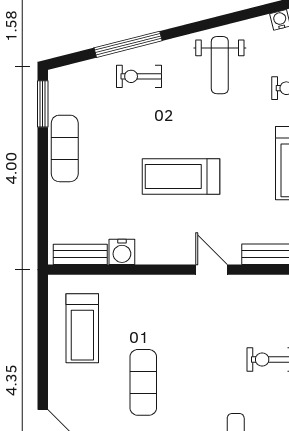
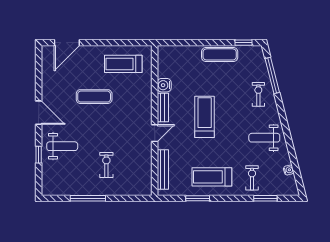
window: (128, 44) -> (272, 75), moved
window: (43, 104) -> (244, 43), width x0.67
bench: (80, 254) -> (163, 108), moved

